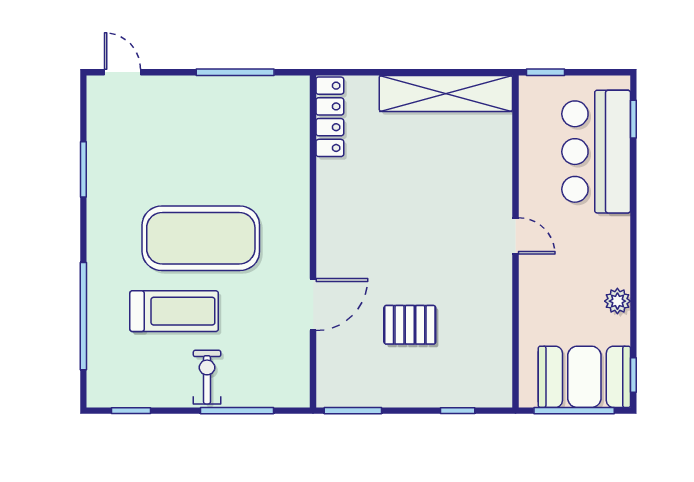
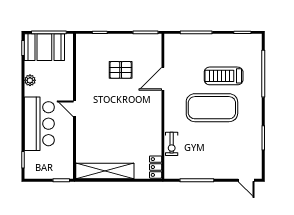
locker: (330, 117) -> (156, 167), width x0.66
bar counter: (596, 152) -> (39, 124), moved
exercise bike: (207, 377) -> (172, 144), moved

